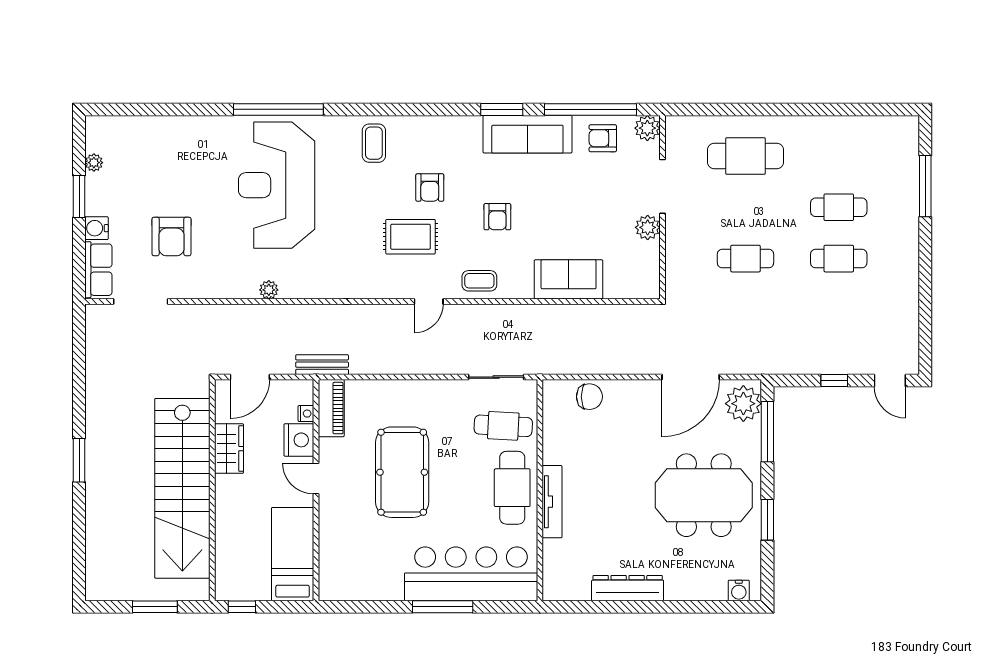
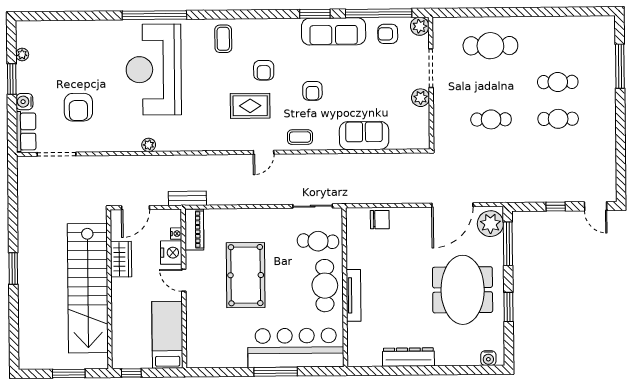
meeting table: (704, 495) -> (463, 290), turned 90

